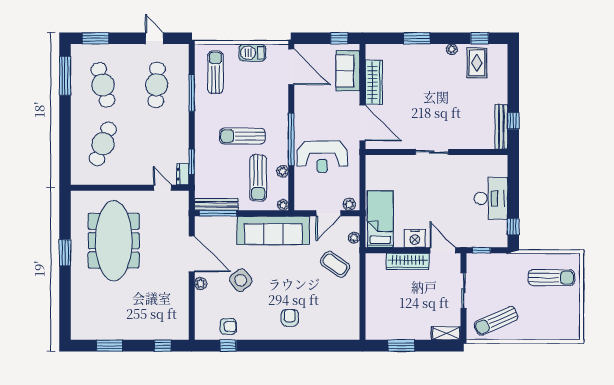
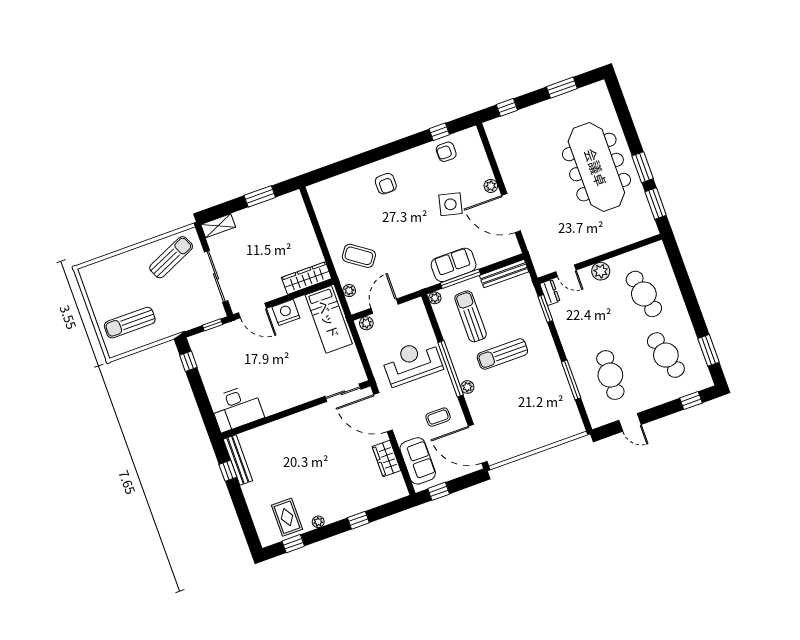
window: (95, 38) -> (691, 400), width x0.67
window: (417, 38) -> (358, 520), width x0.67
barbecue: (252, 53) -> (523, 444), removed
sun lounger: (215, 72) -> (554, 410), removed
window: (65, 76) -> (708, 350), width x0.69
wardrobe: (374, 82) -> (386, 459), width x0.67
coffee table: (317, 102) -> (438, 417), added
sun lounger: (242, 136) -> (502, 354), turned 180
cafe table: (103, 144) -> (644, 294), turned -33
sliding door: (432, 152) -> (343, 393), moved
plant: (283, 171) -> (467, 387), moved
plant: (133, 177) -> (601, 271), added
desk: (491, 198) -> (237, 408), moved, turned -90
window: (218, 213) -> (461, 279), moved
window: (65, 218) -> (656, 203), added
sofa: (273, 230) -> (454, 265), width x0.54, depth x0.79
meeting table: (114, 241) -> (596, 167), moved
wardrobe: (408, 261) -> (307, 278), moved
side table: (241, 280) -> (450, 204), turned -37
sliding door: (463, 291) -> (216, 276), width x1.37

